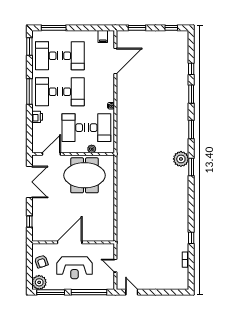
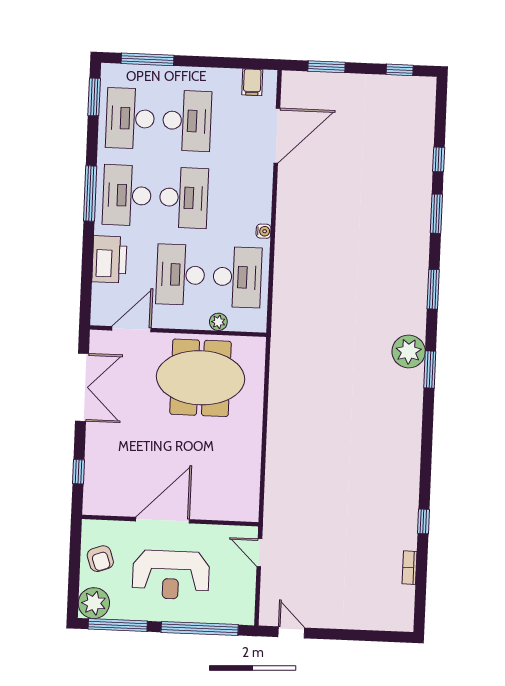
printer: (37, 117) -> (109, 259), width x1.87, depth x1.48
door: (115, 266) -> (259, 553), moved

